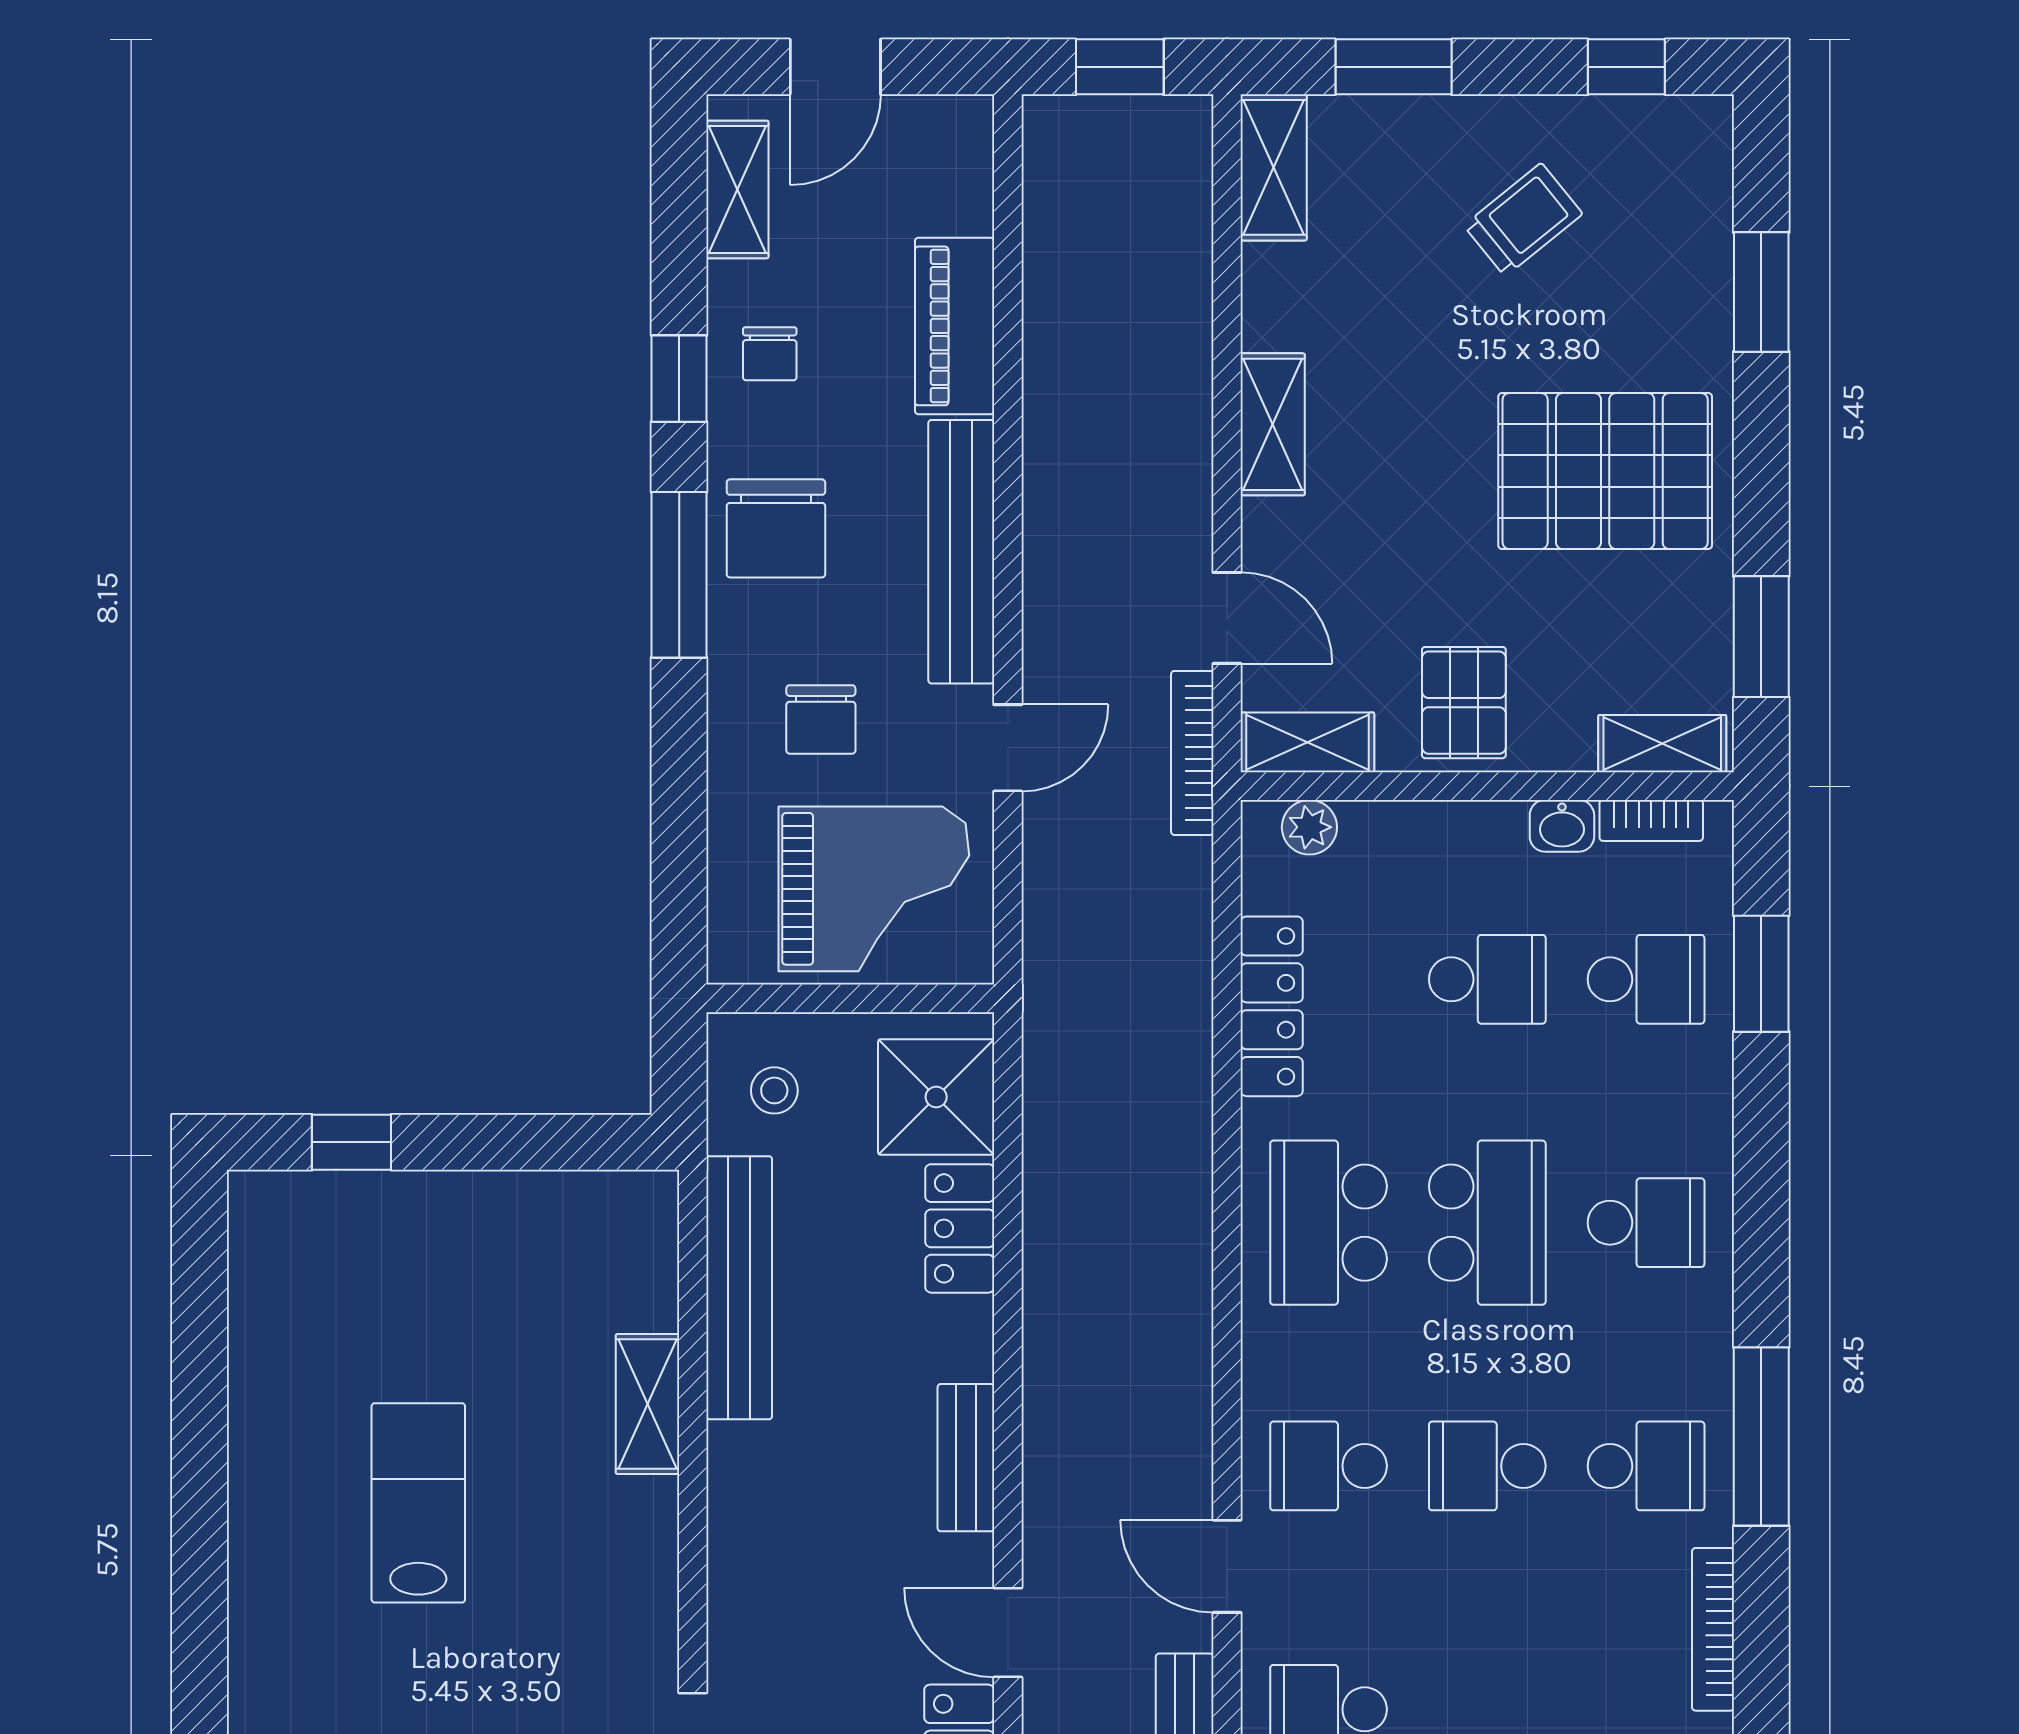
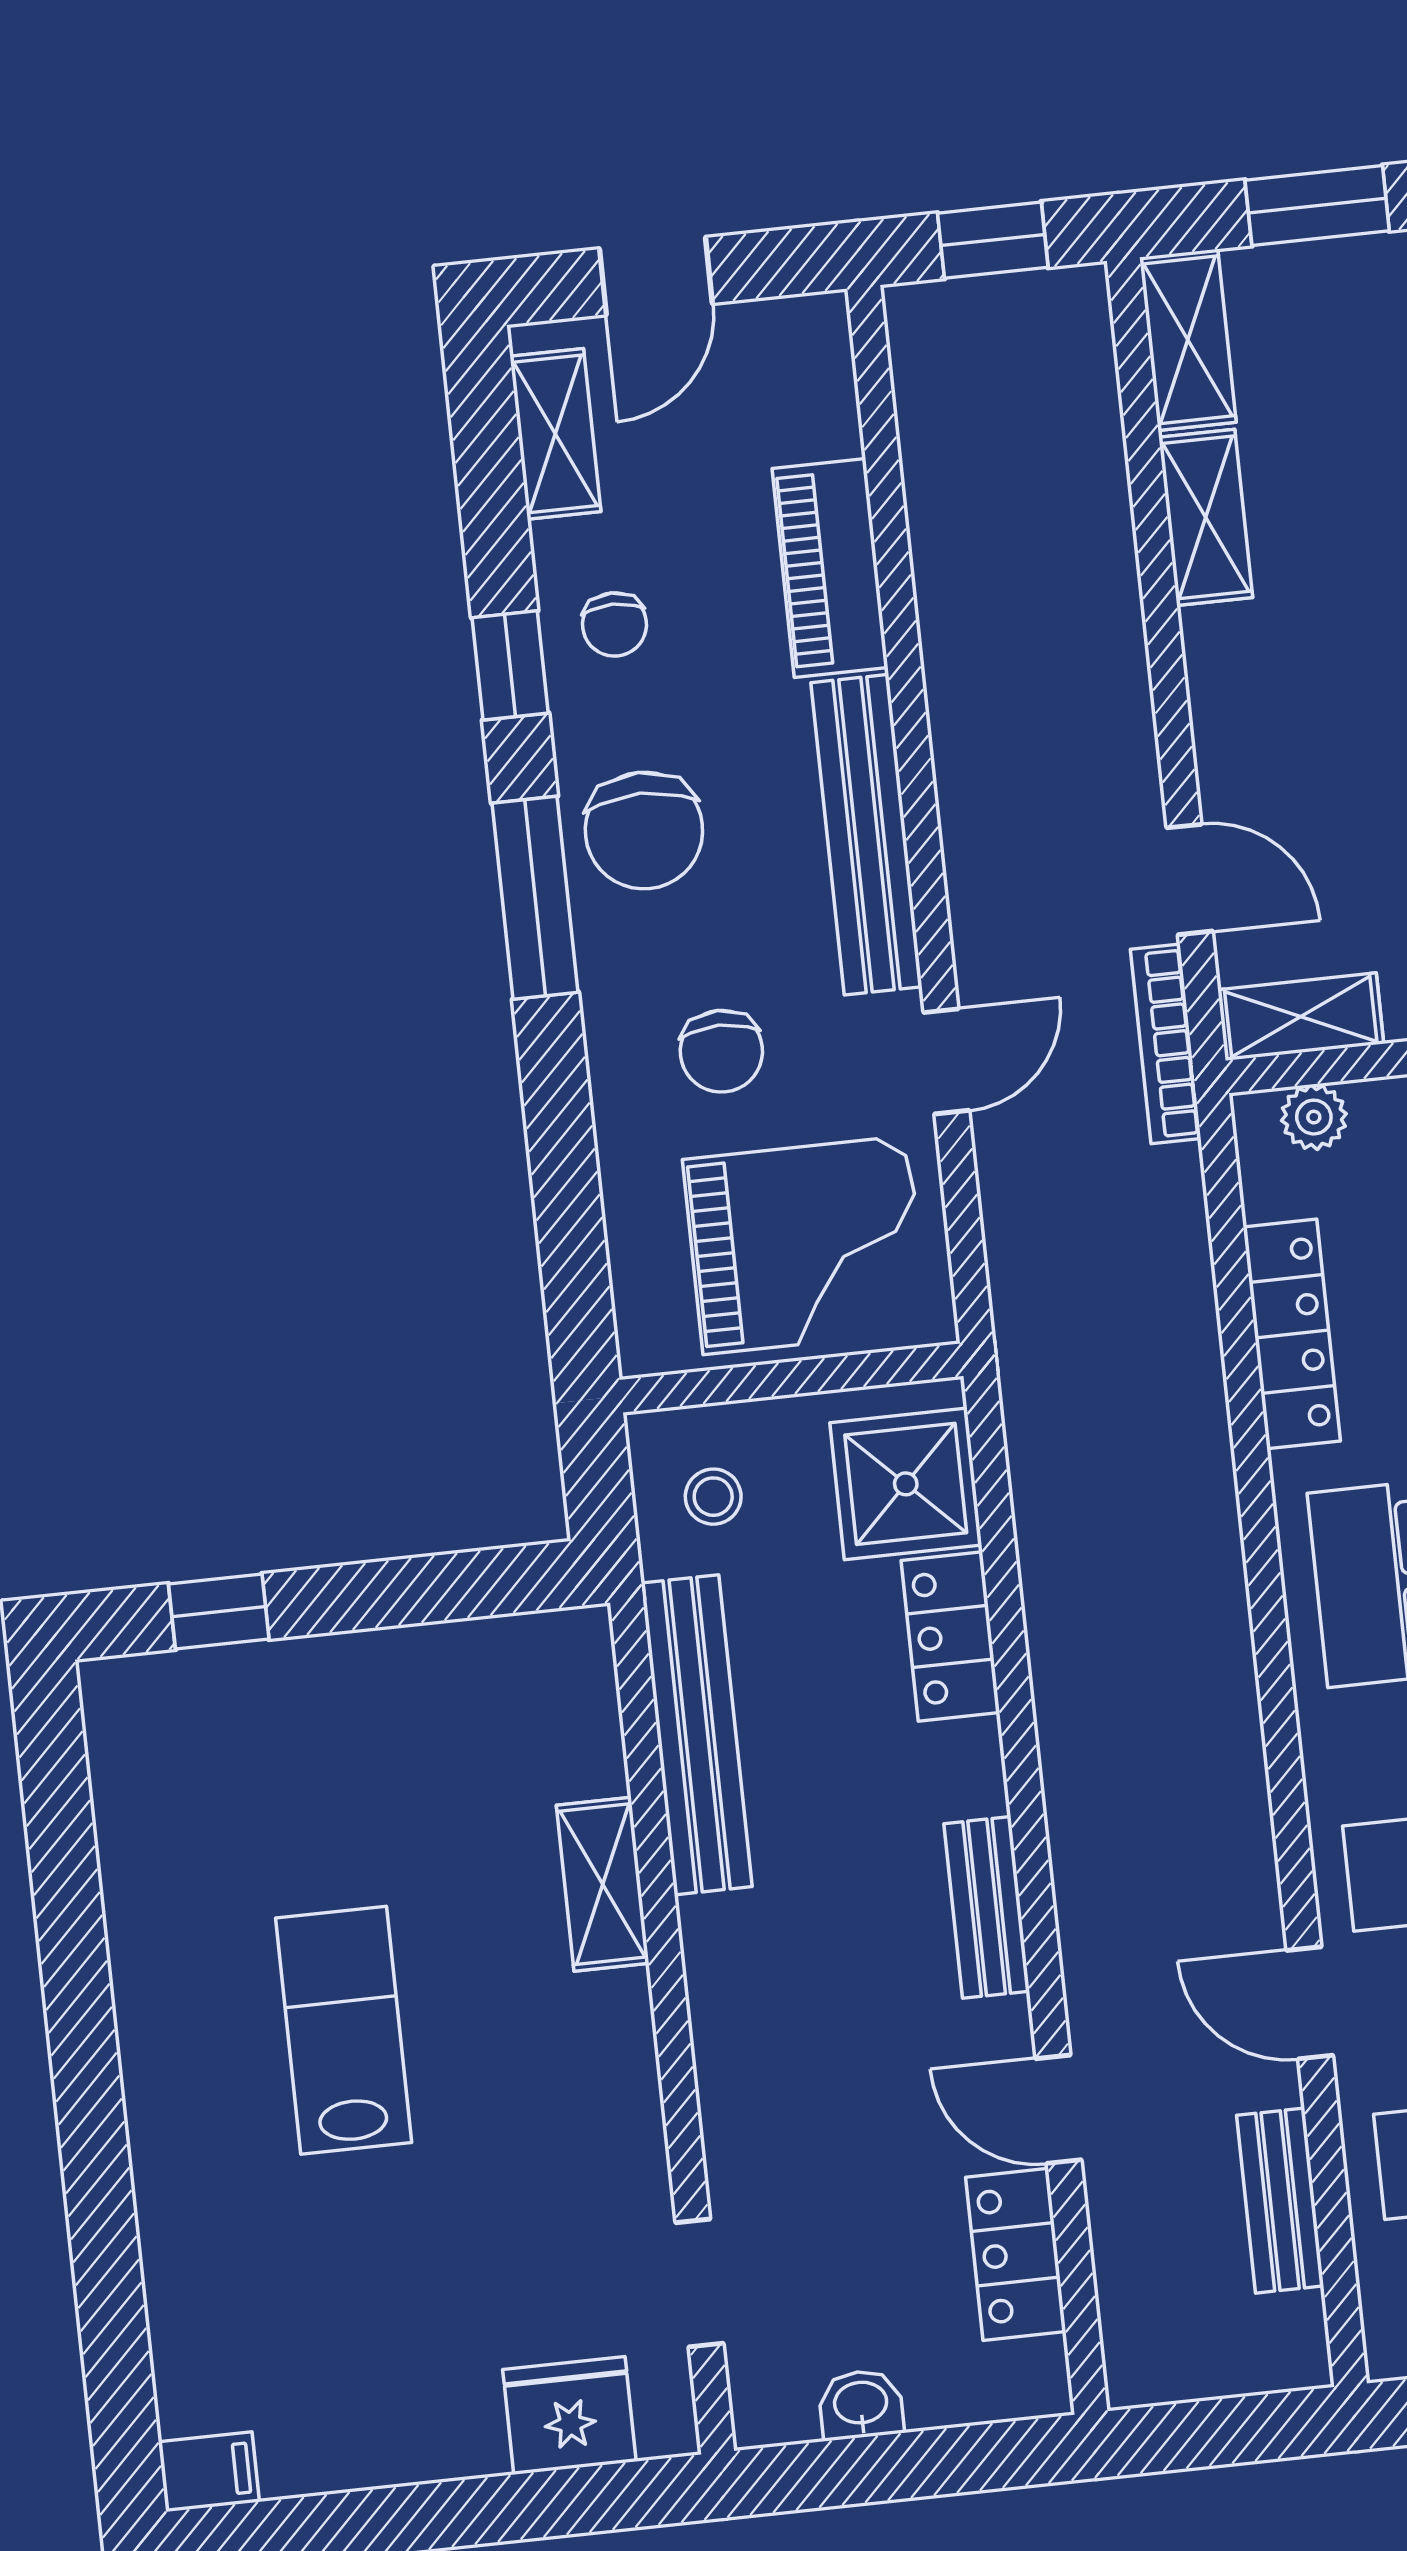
shelving: (1273, 424) -> (1206, 517), moved

